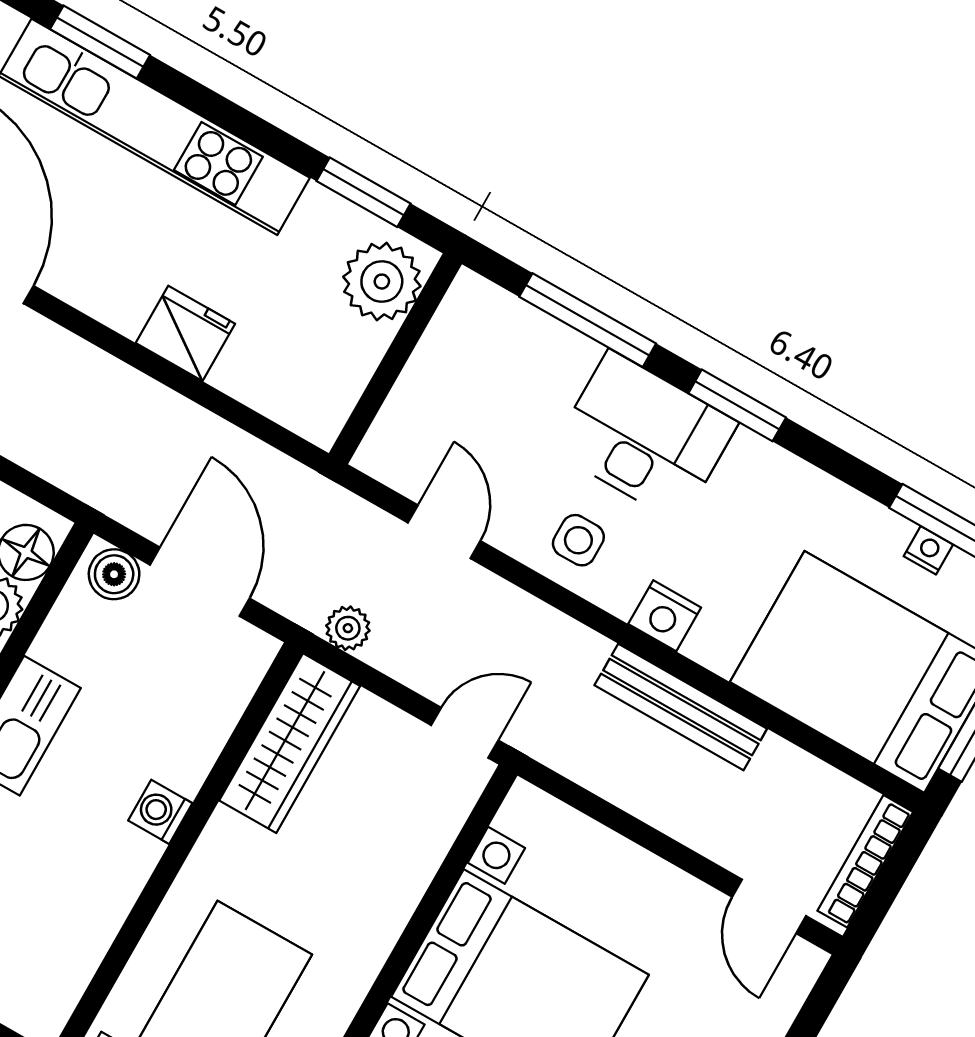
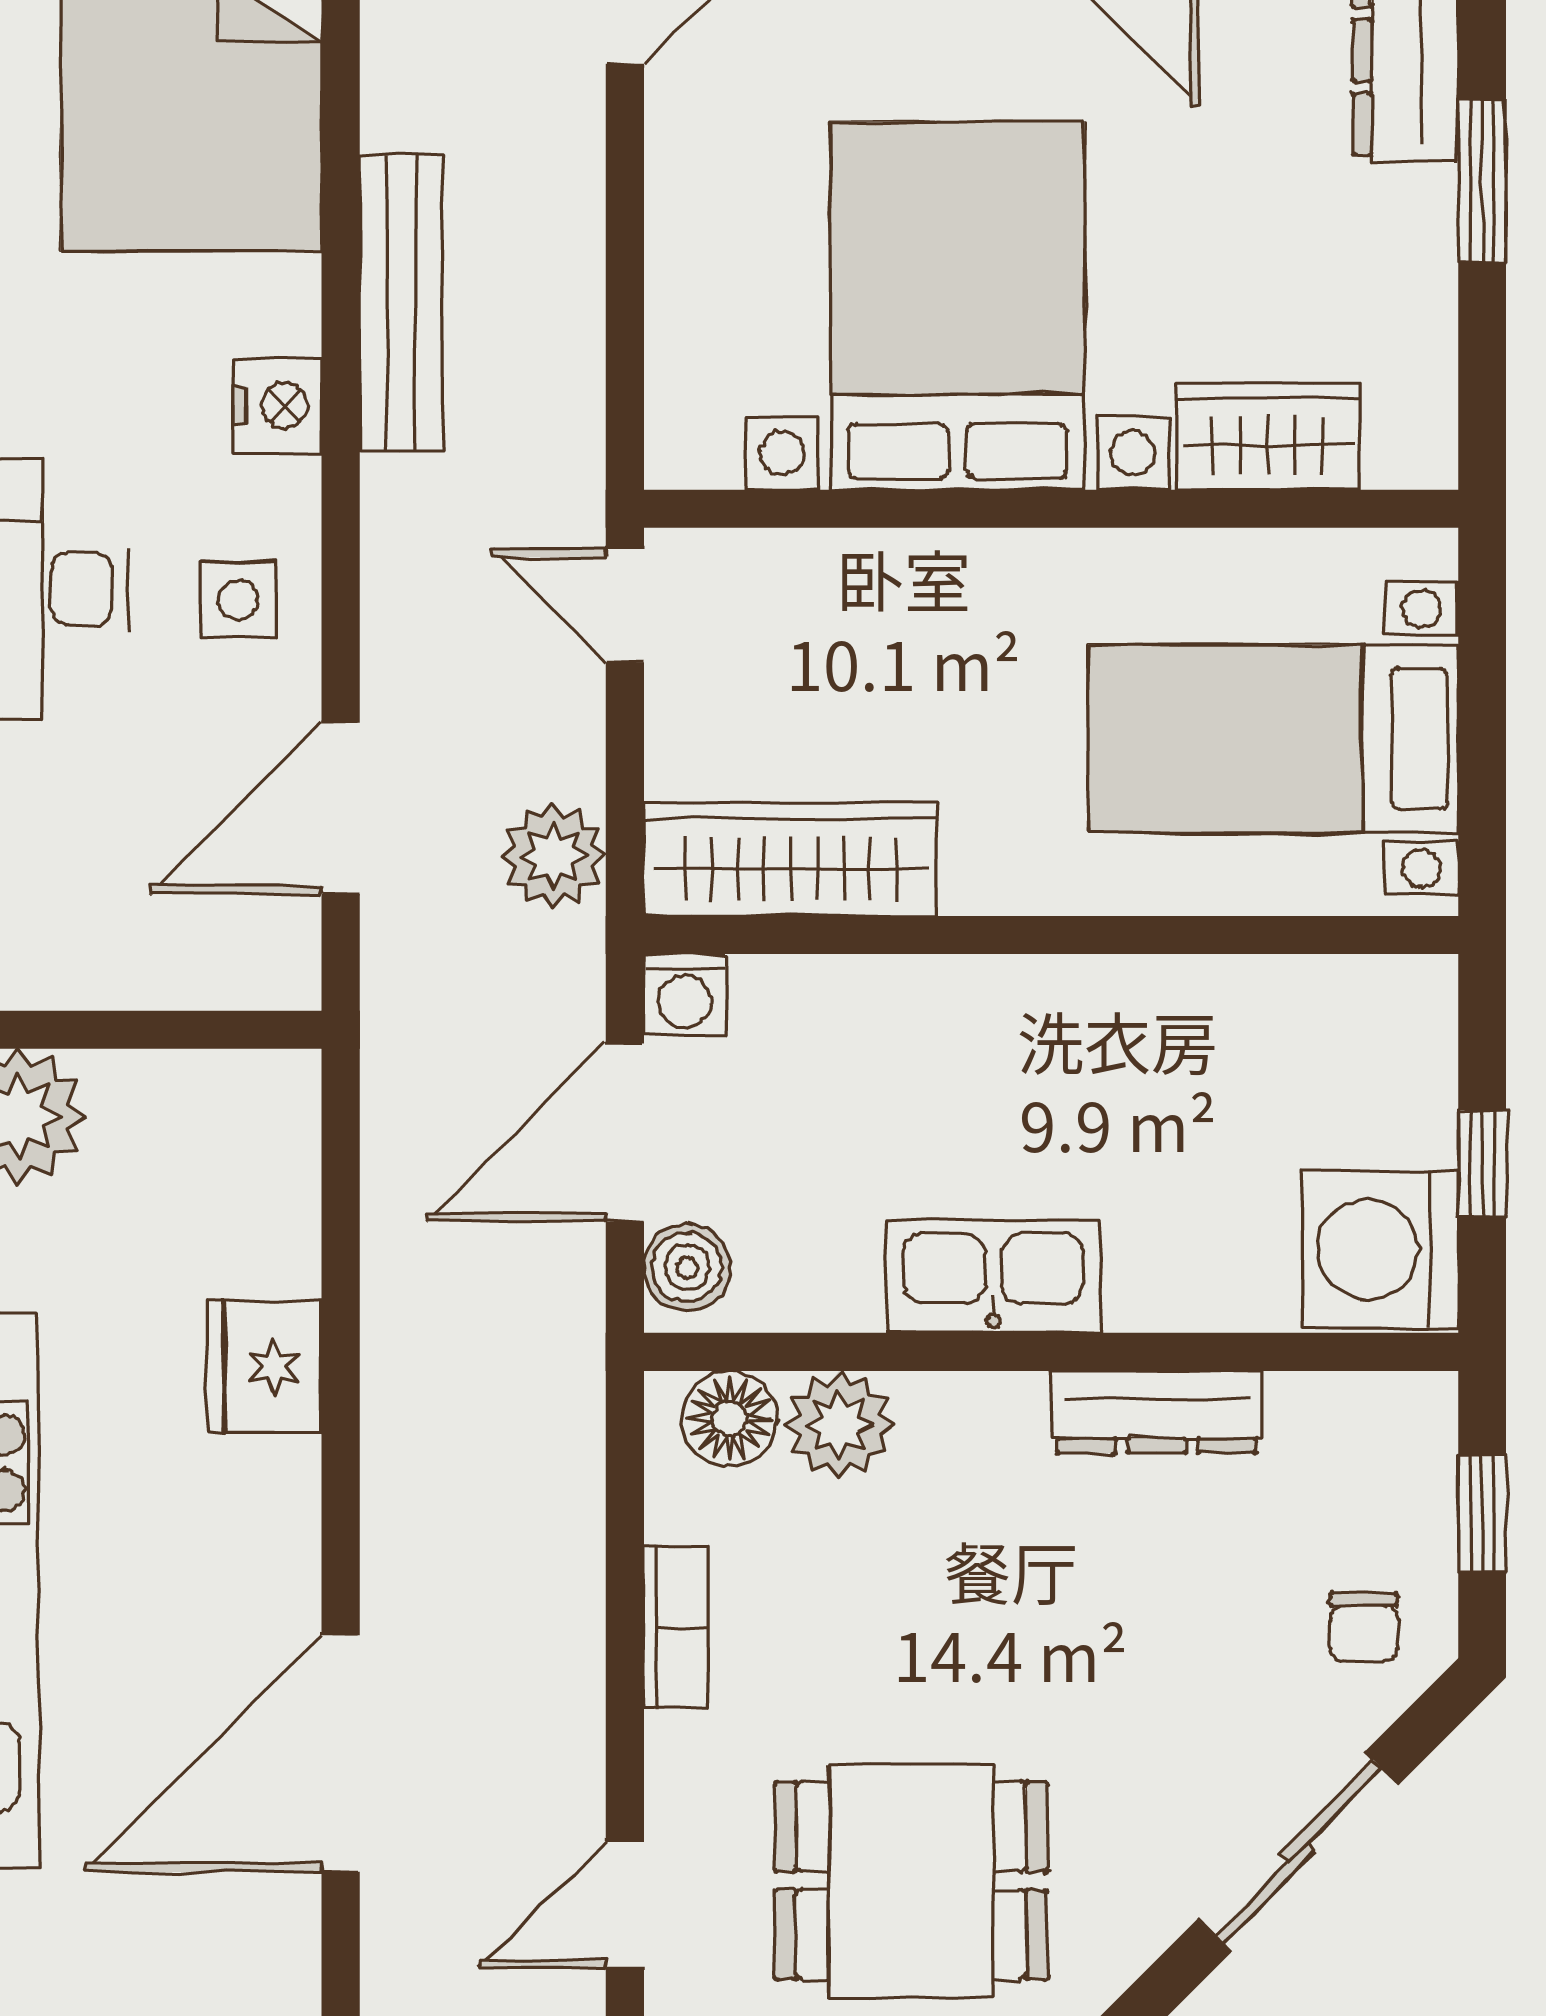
door: (444, 532) -> (341, 808), width x1.38
plant: (348, 628) -> (554, 856), width x1.38, depth x1.38
washing machine: (160, 812) -> (685, 995), moved

